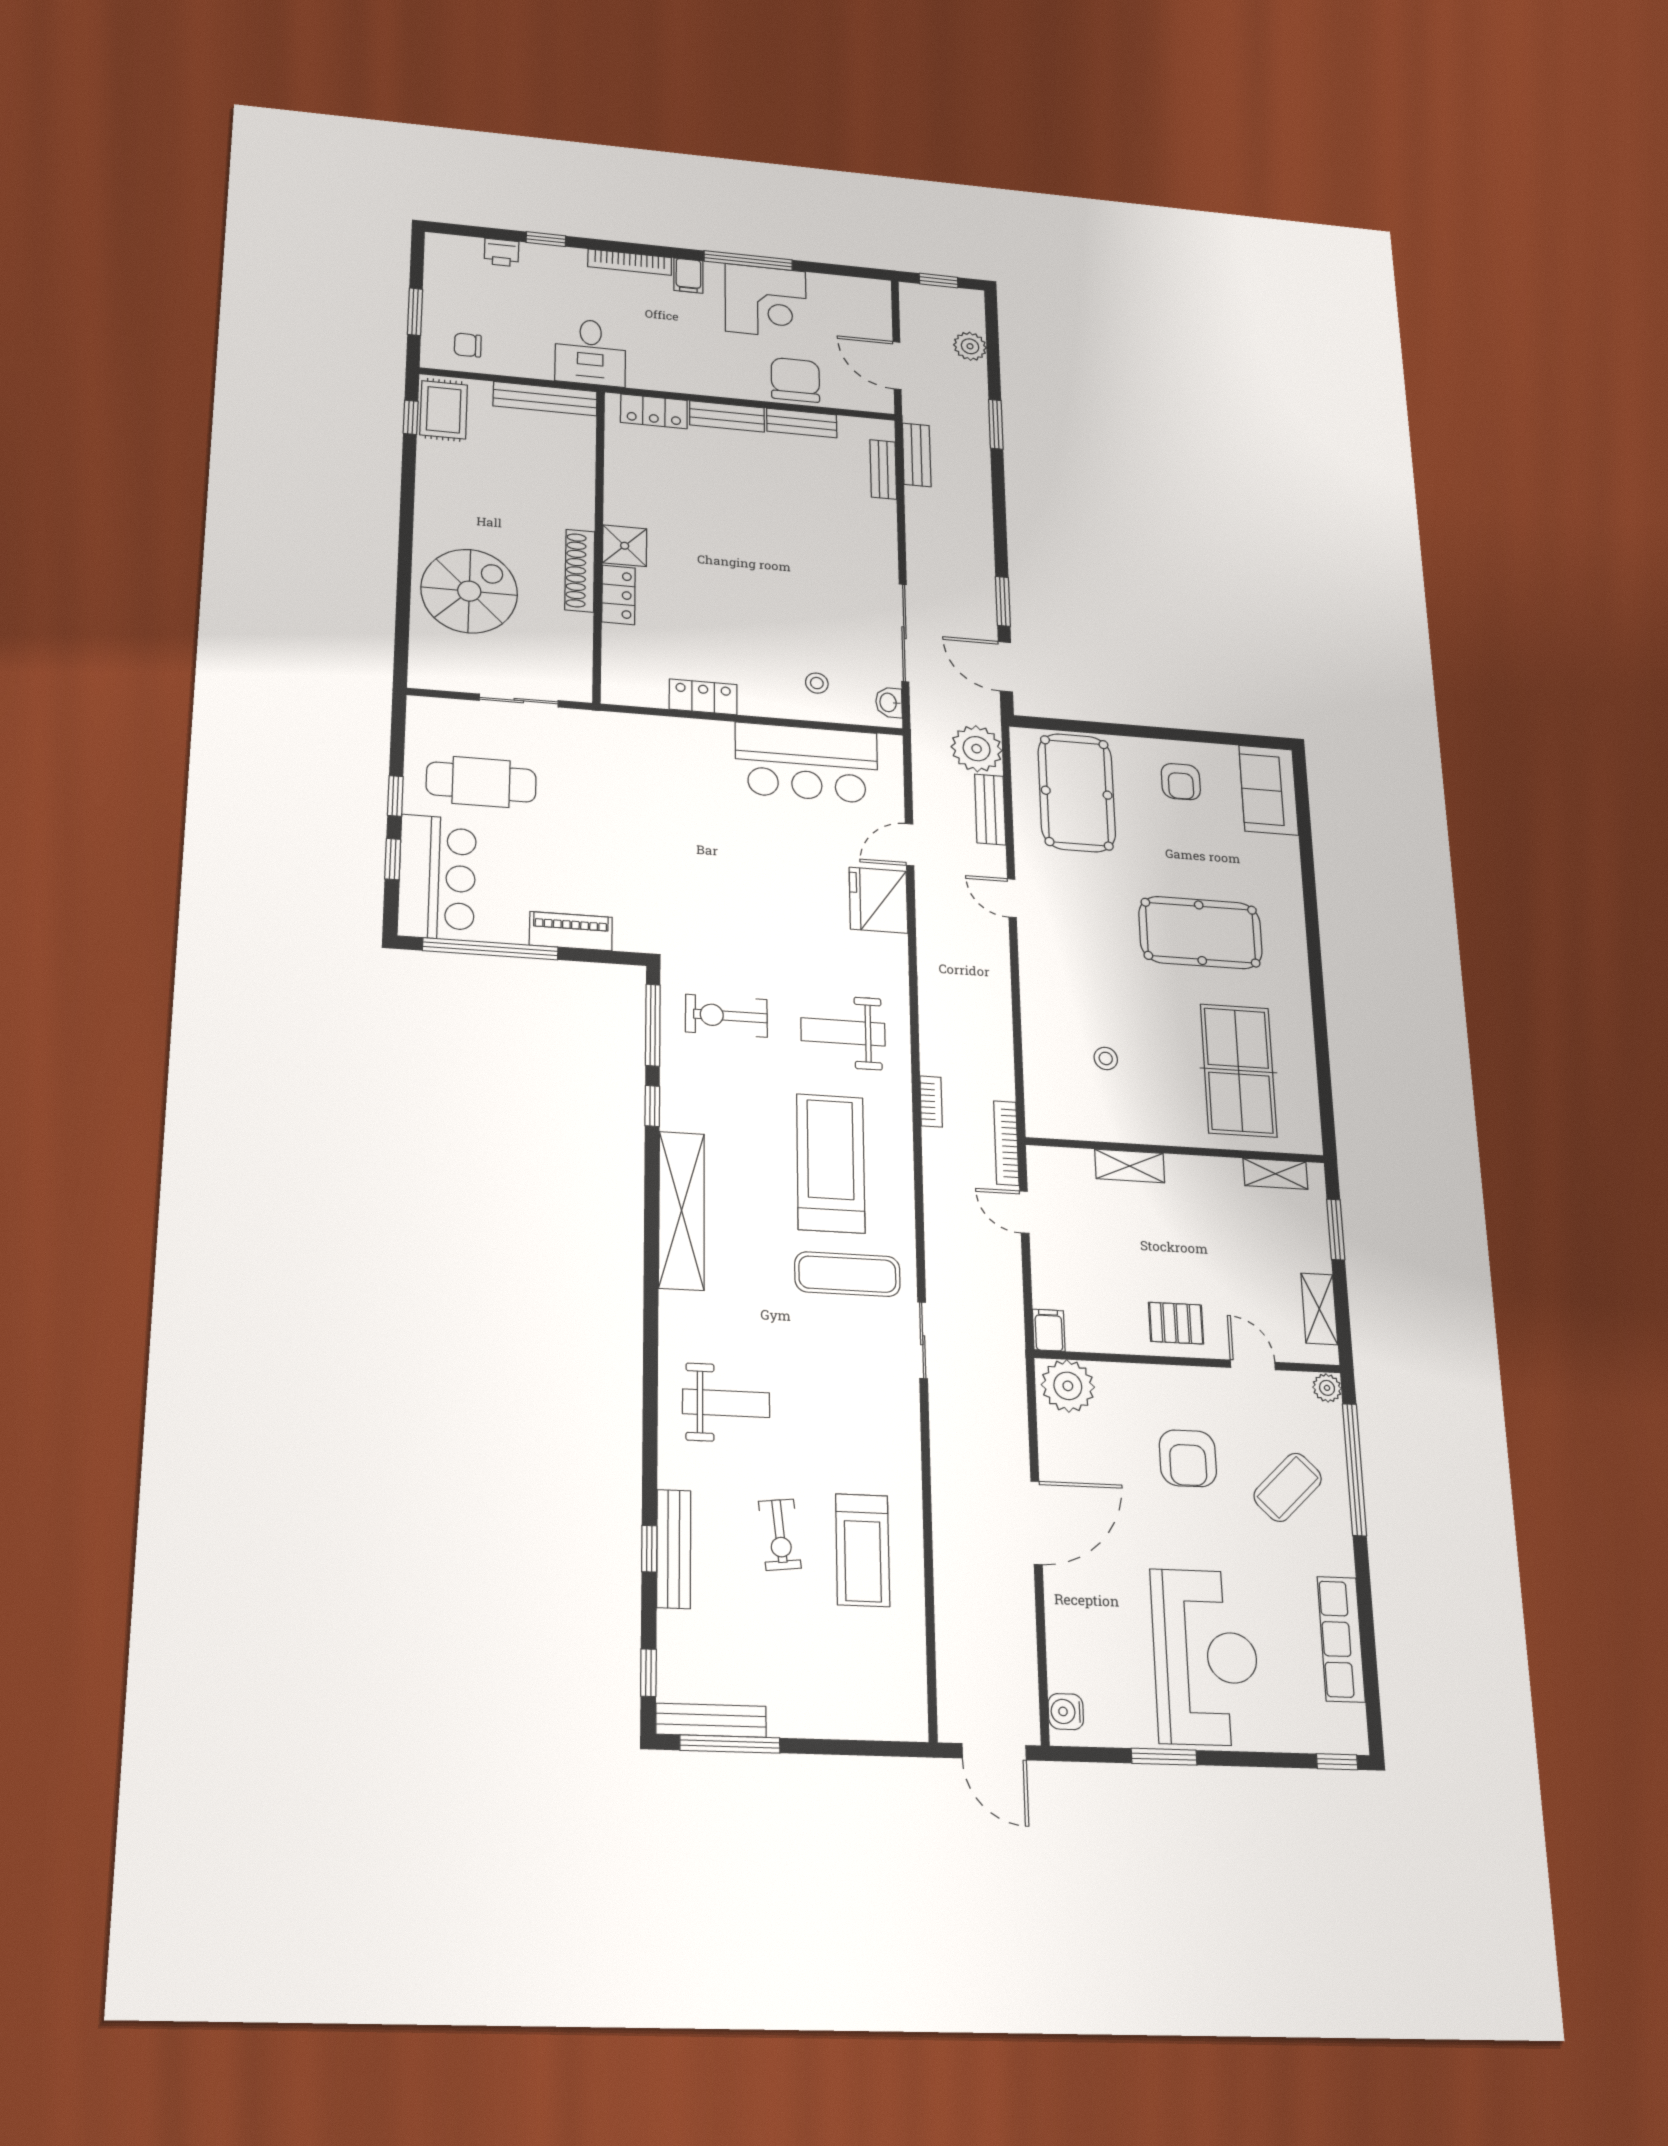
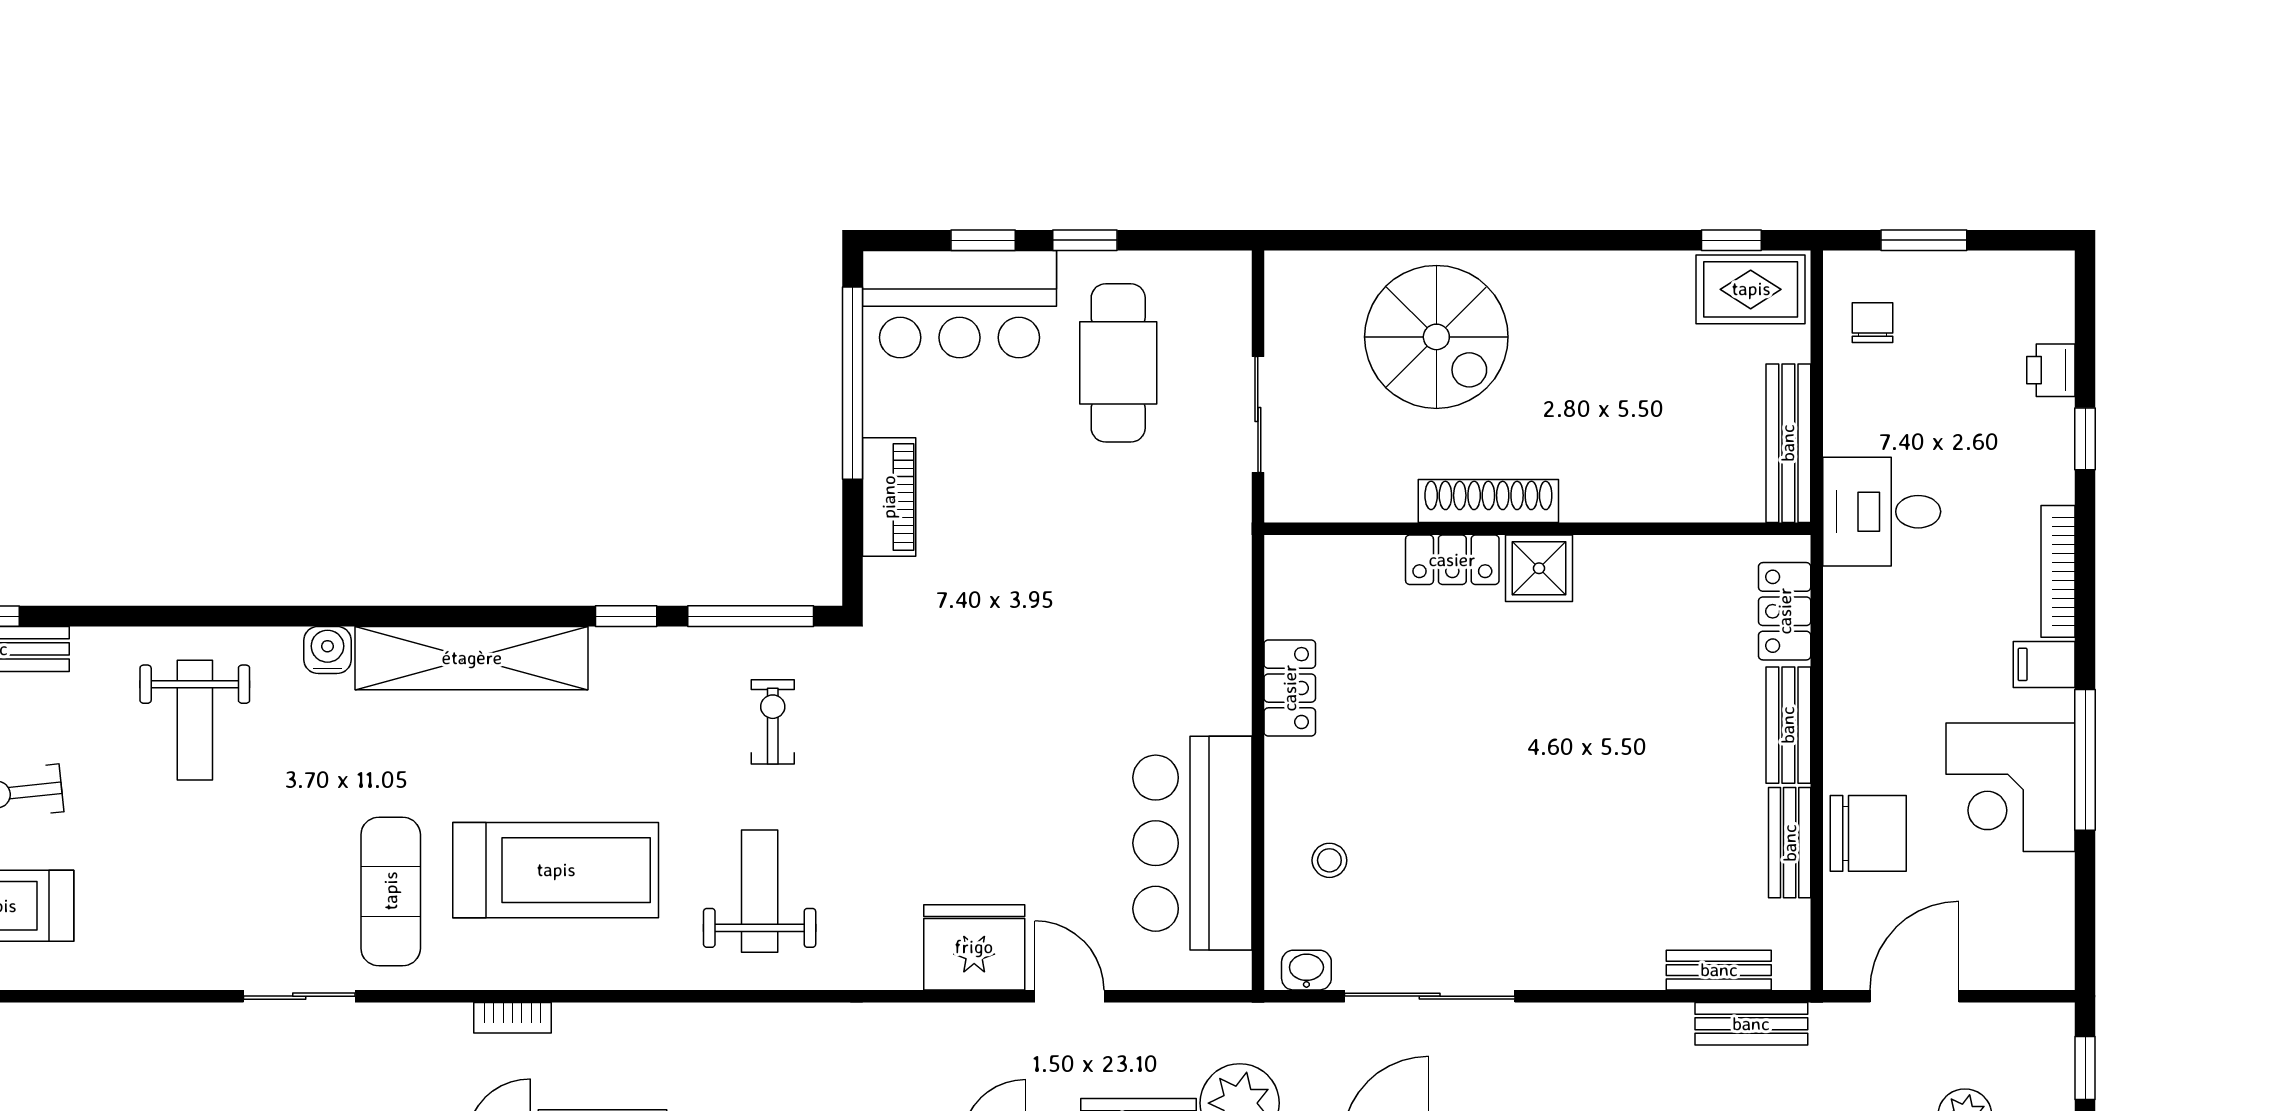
exercise bike: (726, 1016) -> (773, 722), width x0.73, depth x0.72
bookcase: (931, 1101) -> (513, 1018), moved
water cooler: (675, 1308) -> (327, 650), added

